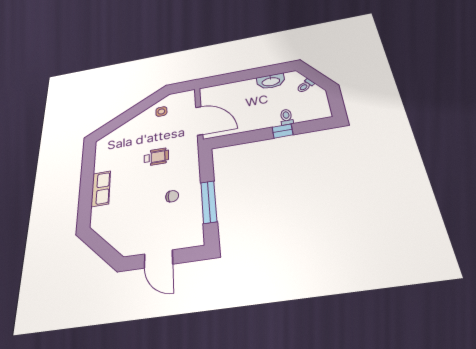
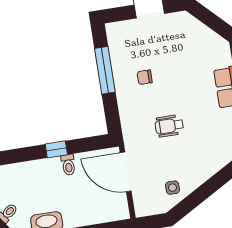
toilet: (286, 117) -> (68, 165), moved
window: (283, 131) -> (56, 149), moved

